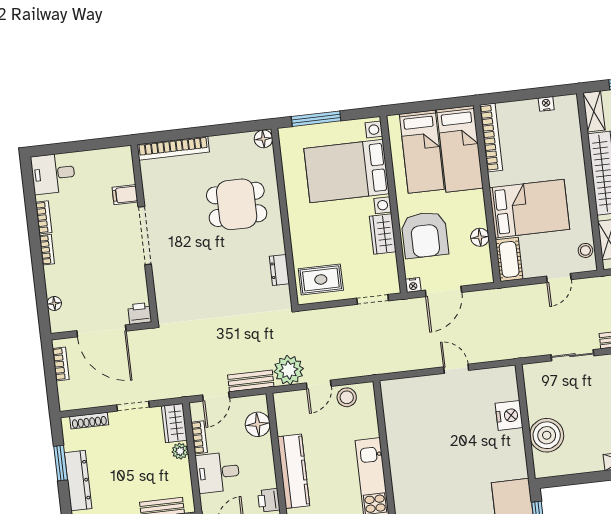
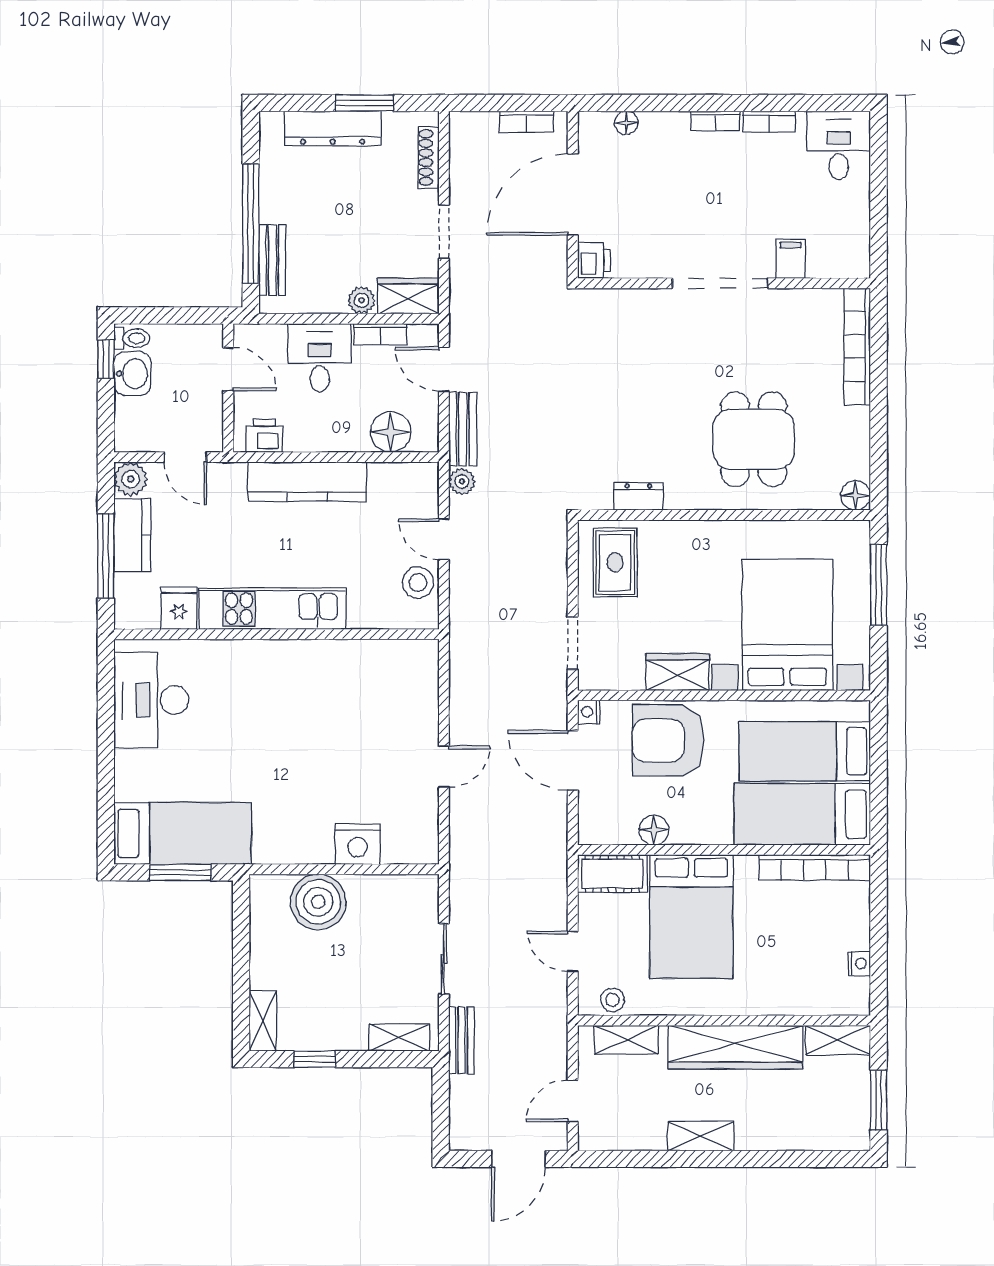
plant: (289, 370) -> (462, 481), width x0.53, depth x0.53

